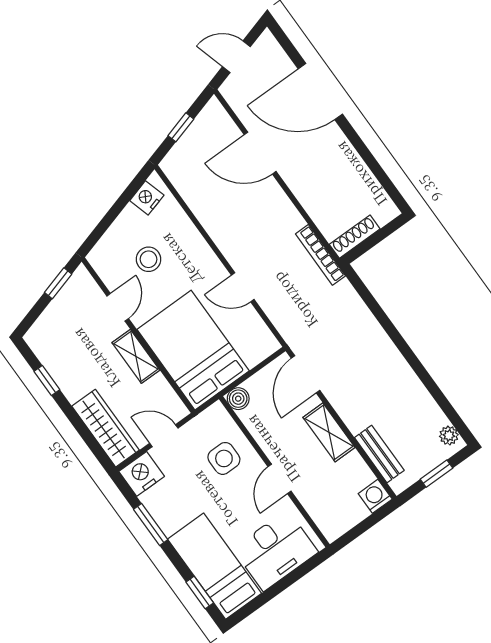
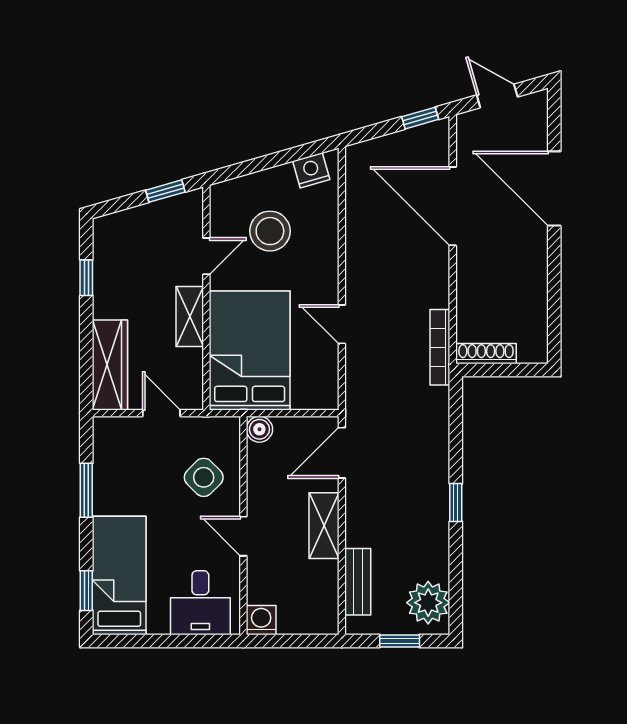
window: (181, 127) -> (420, 118), moved
door: (260, 153) -> (453, 206), width x1.36
stool: (149, 259) -> (270, 231), width x1.38, depth x1.38
window: (407, 352) -> (456, 503), added
plant: (449, 435) -> (428, 603), width x1.87, depth x1.87
side table: (224, 458) -> (204, 477), turned 45
nightstand: (142, 474) -> (113, 435), removed
door: (279, 479) -> (243, 536), hinge flipped
washing machine: (375, 496) -> (261, 620), moved
desk: (275, 550) -> (200, 603), width x0.73

